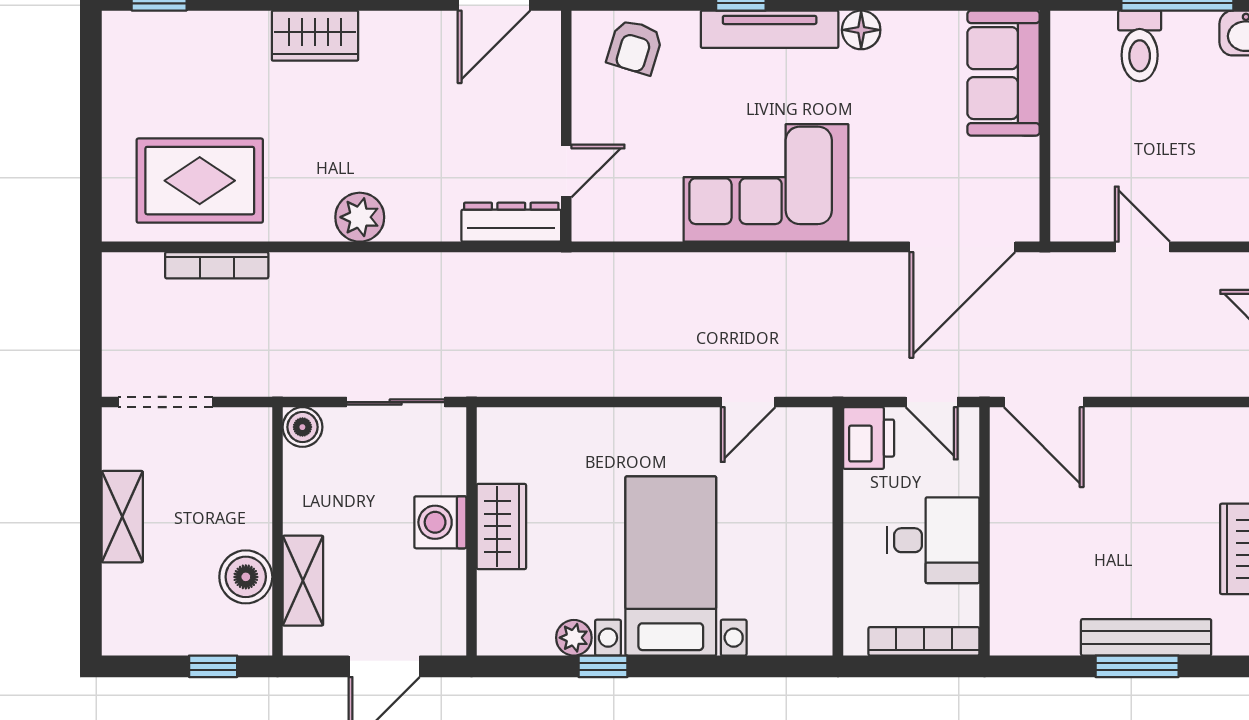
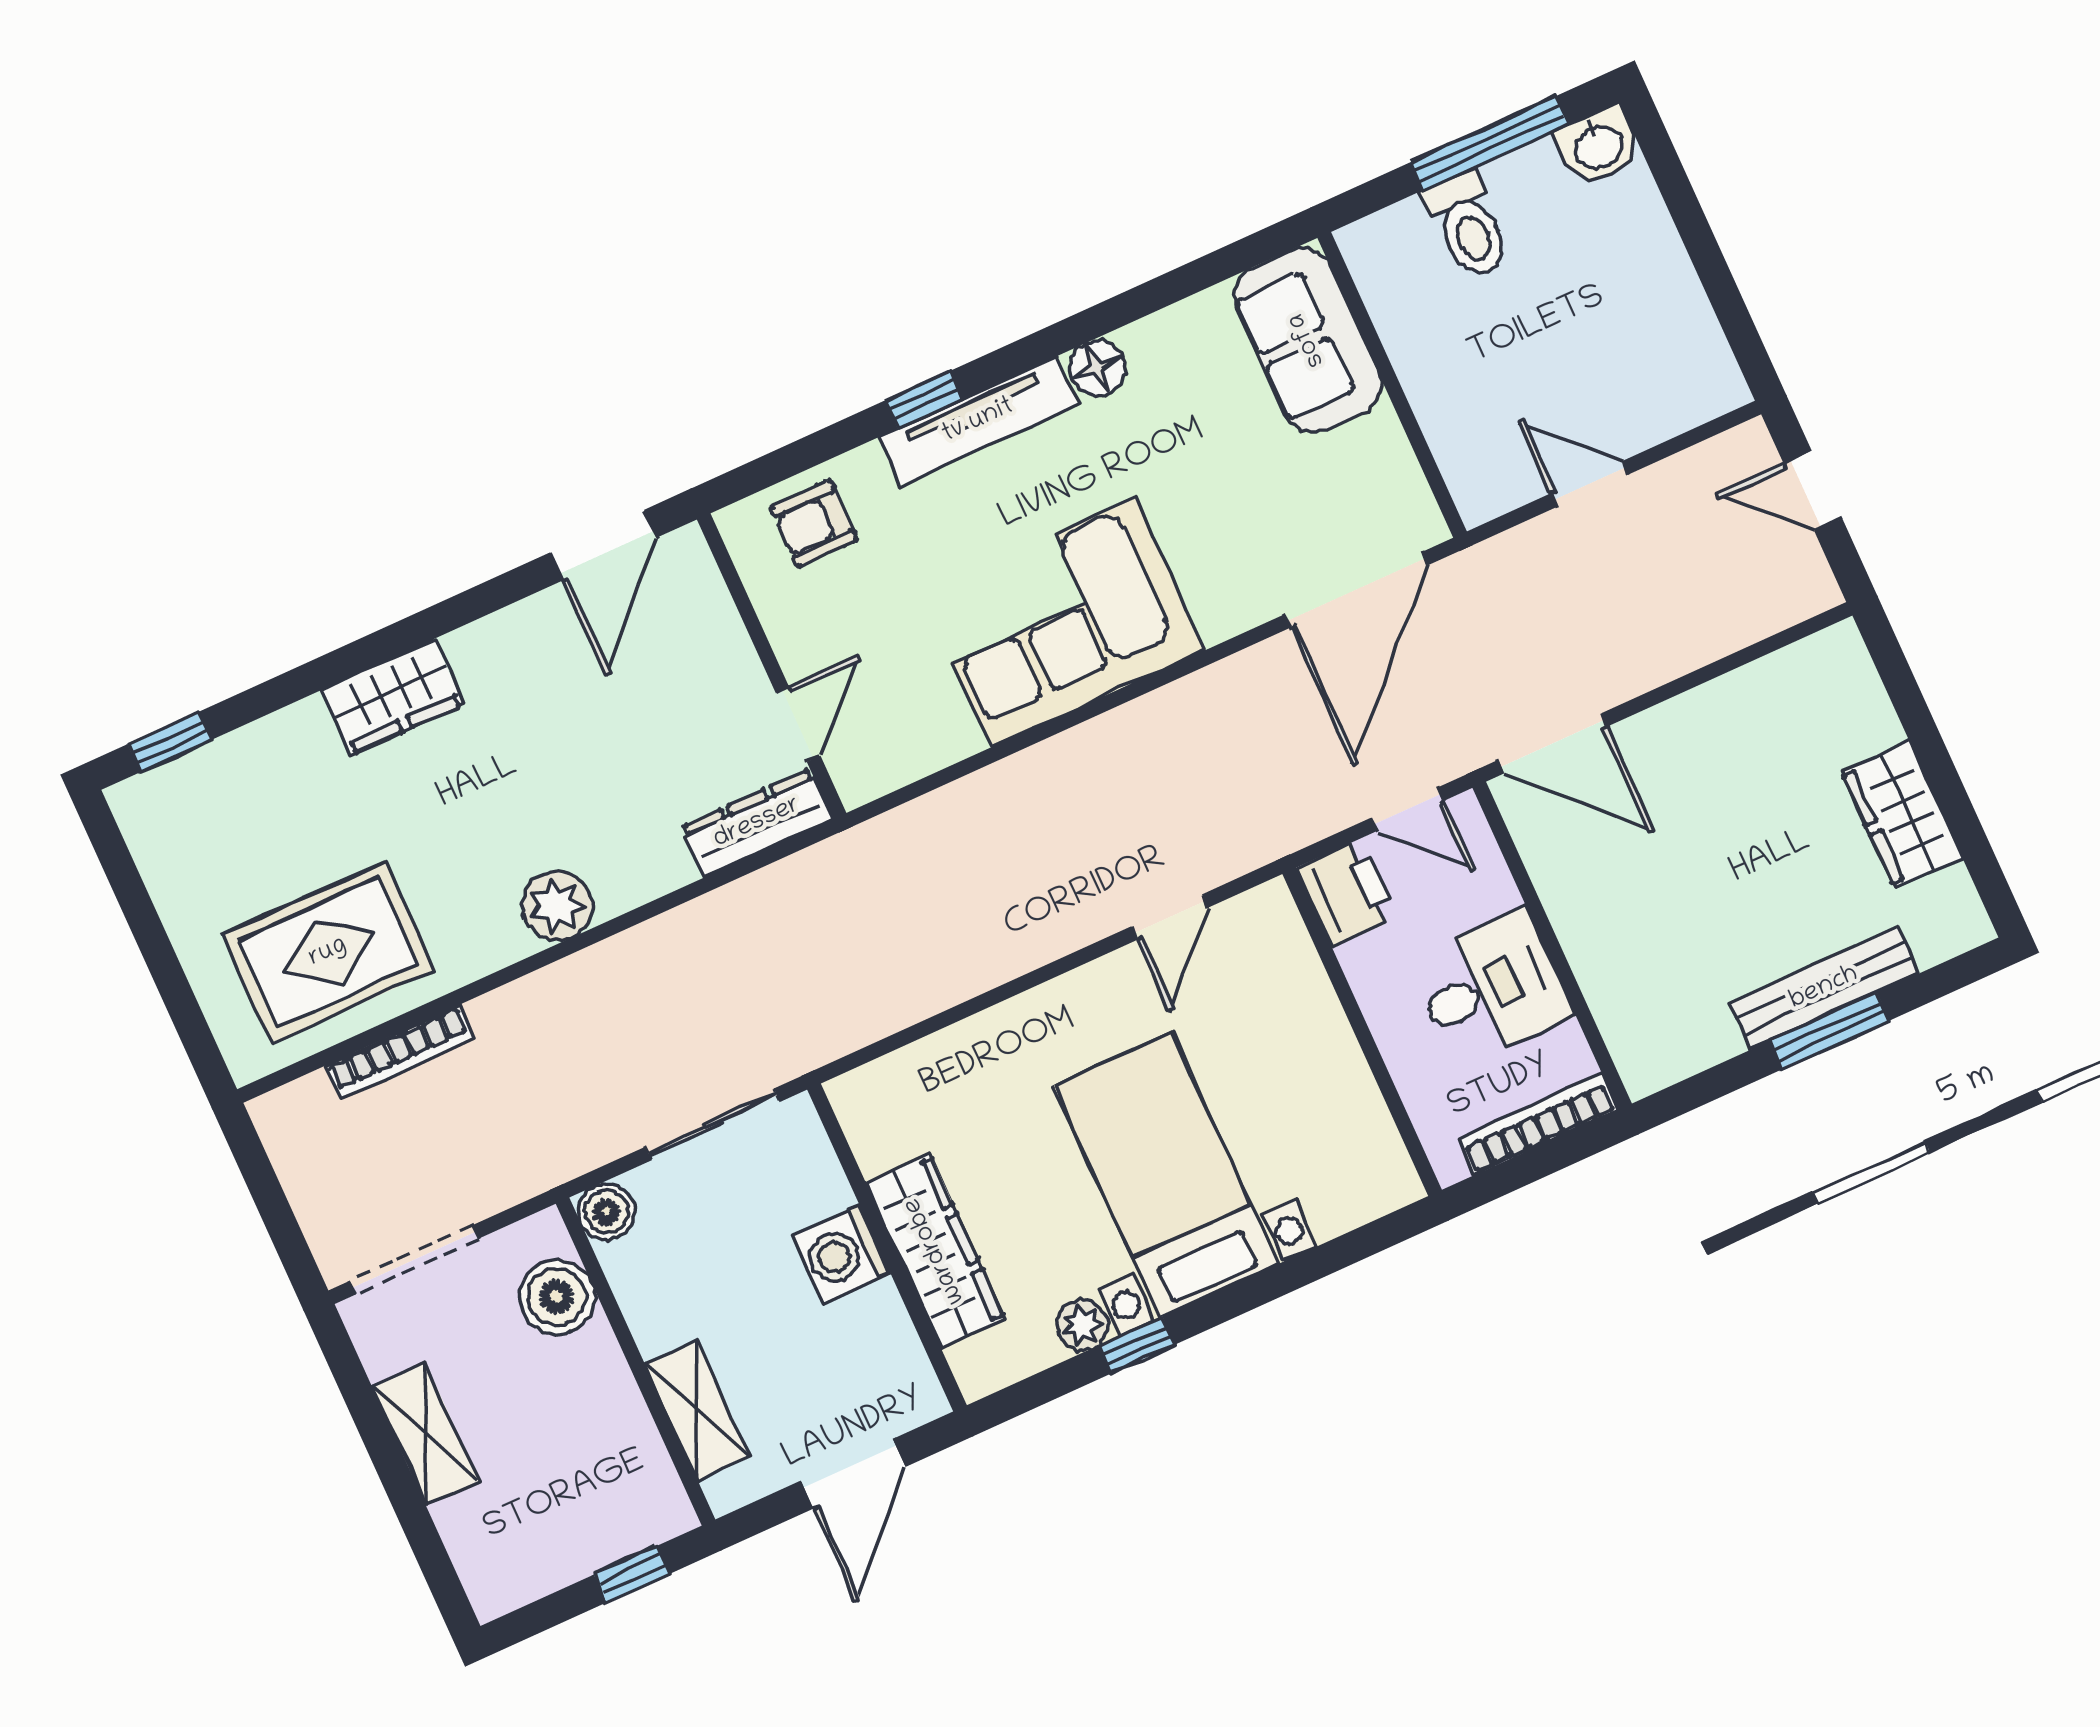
armchair: (635, 47) -> (814, 523), turned 73
wardrobe: (501, 526) -> (935, 1251), width x1.50
boiler: (246, 577) -> (557, 1297), moved

